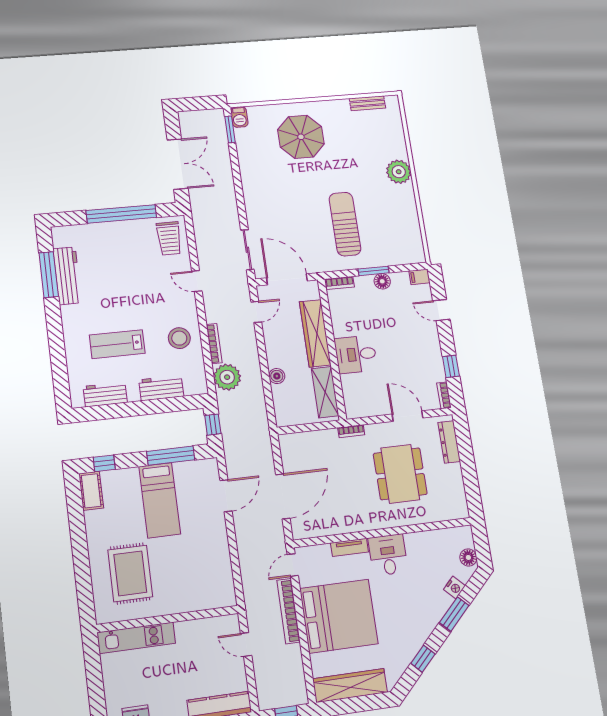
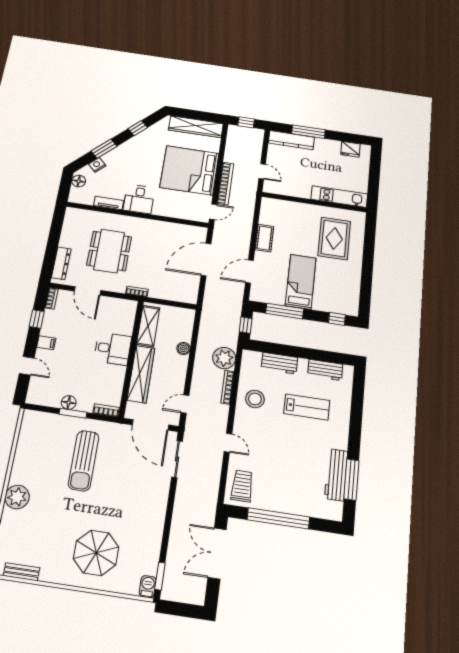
filing cabinet: (419, 277) -> (46, 343), moved
cot: (91, 491) -> (264, 238), moved
tv unit: (349, 547) -> (109, 203), moved

